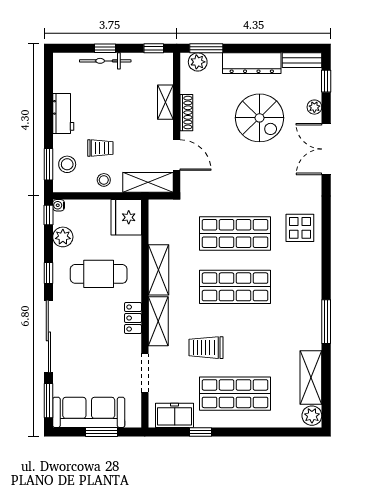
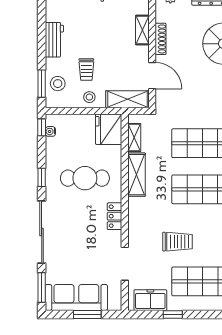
trolley: (100, 148) -> (86, 70), turned 90
water cooler: (59, 205) -> (50, 131), moved
plant: (63, 237) -> (54, 146), removed
shelving: (158, 321) -> (134, 138), moved, width x0.67, depth x0.75
trolley: (206, 348) -> (177, 242), turned 180

